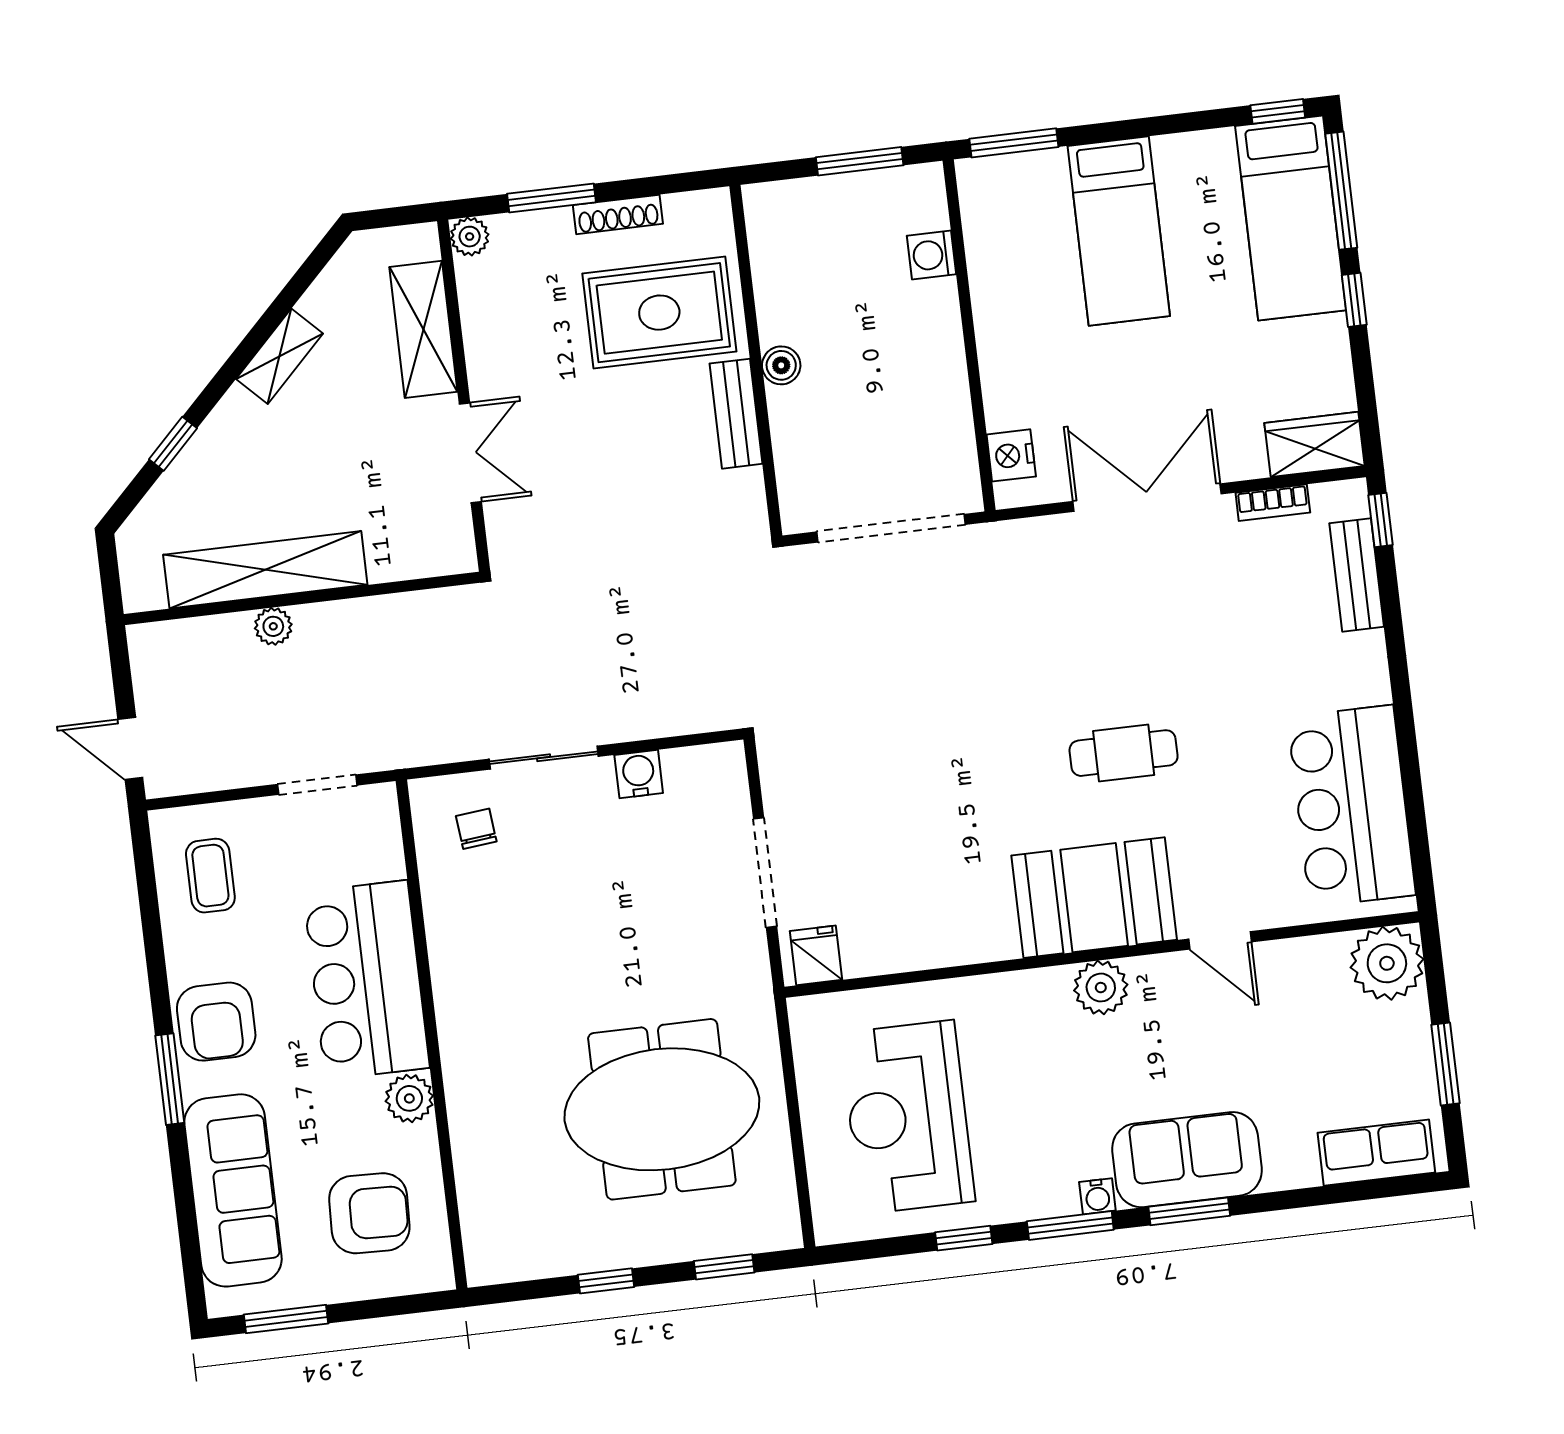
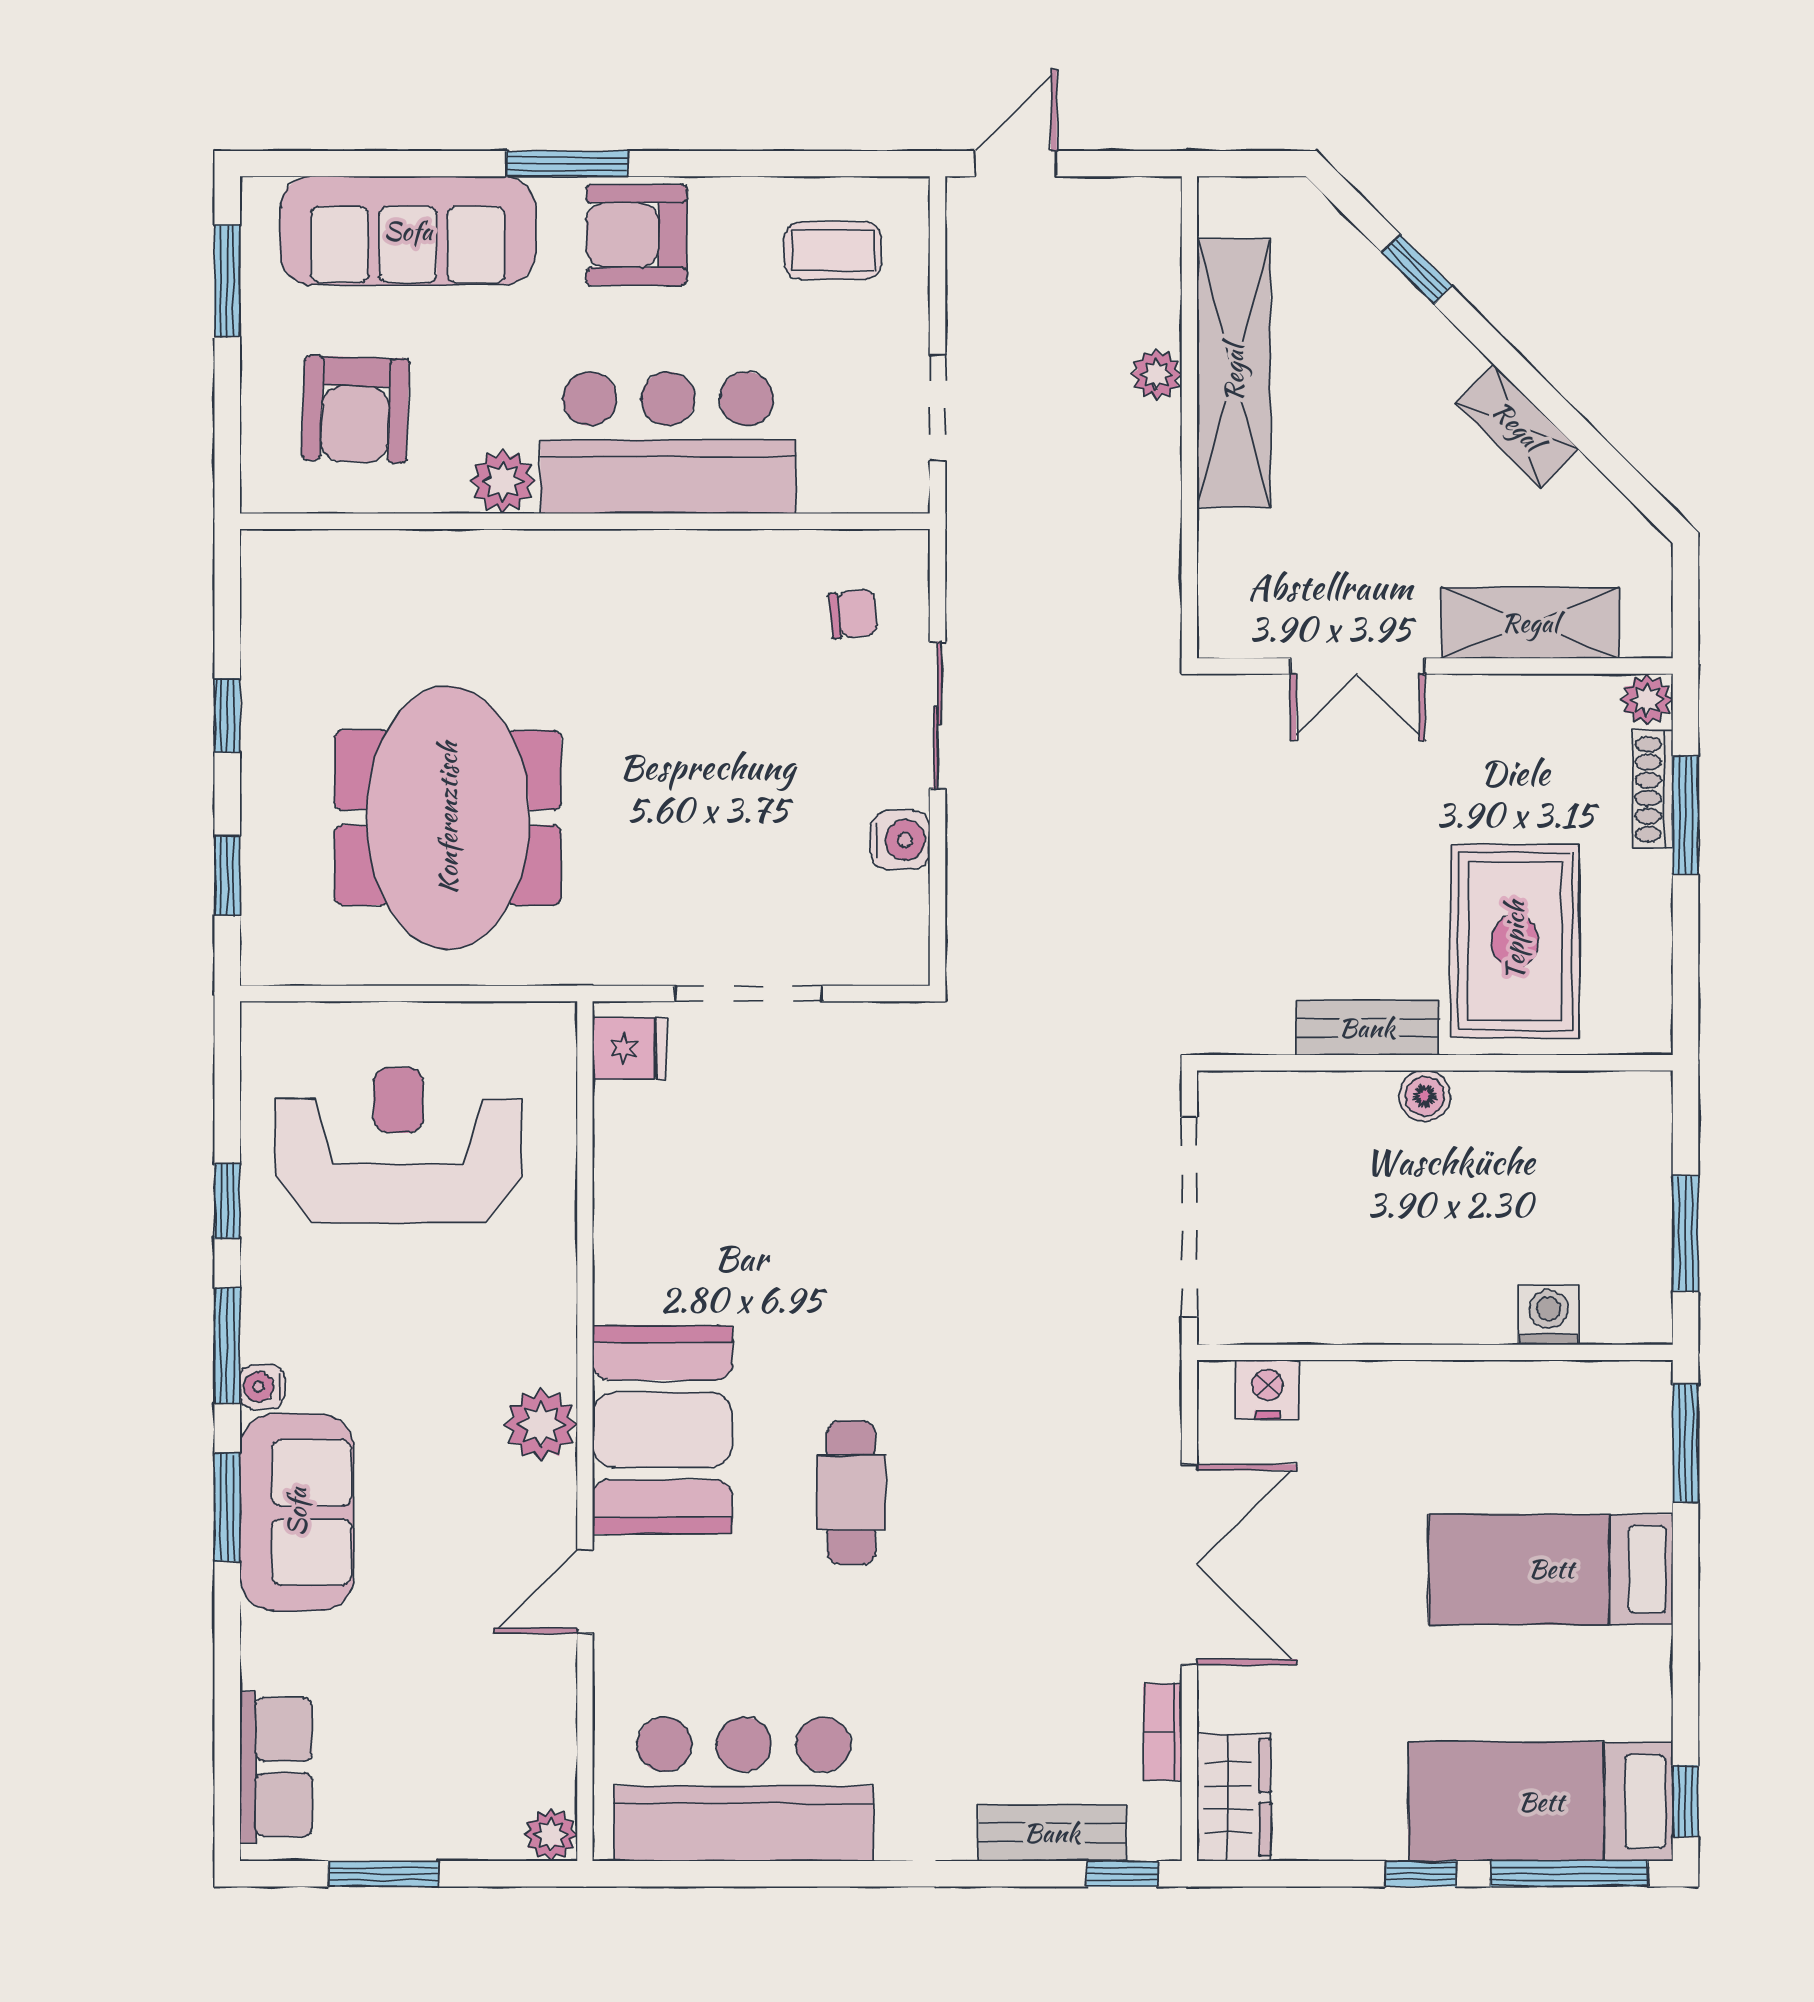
shoe rack: (618, 214) -> (1653, 789), moved
plant: (1387, 963) -> (551, 1835), width x0.53, depth x0.53

